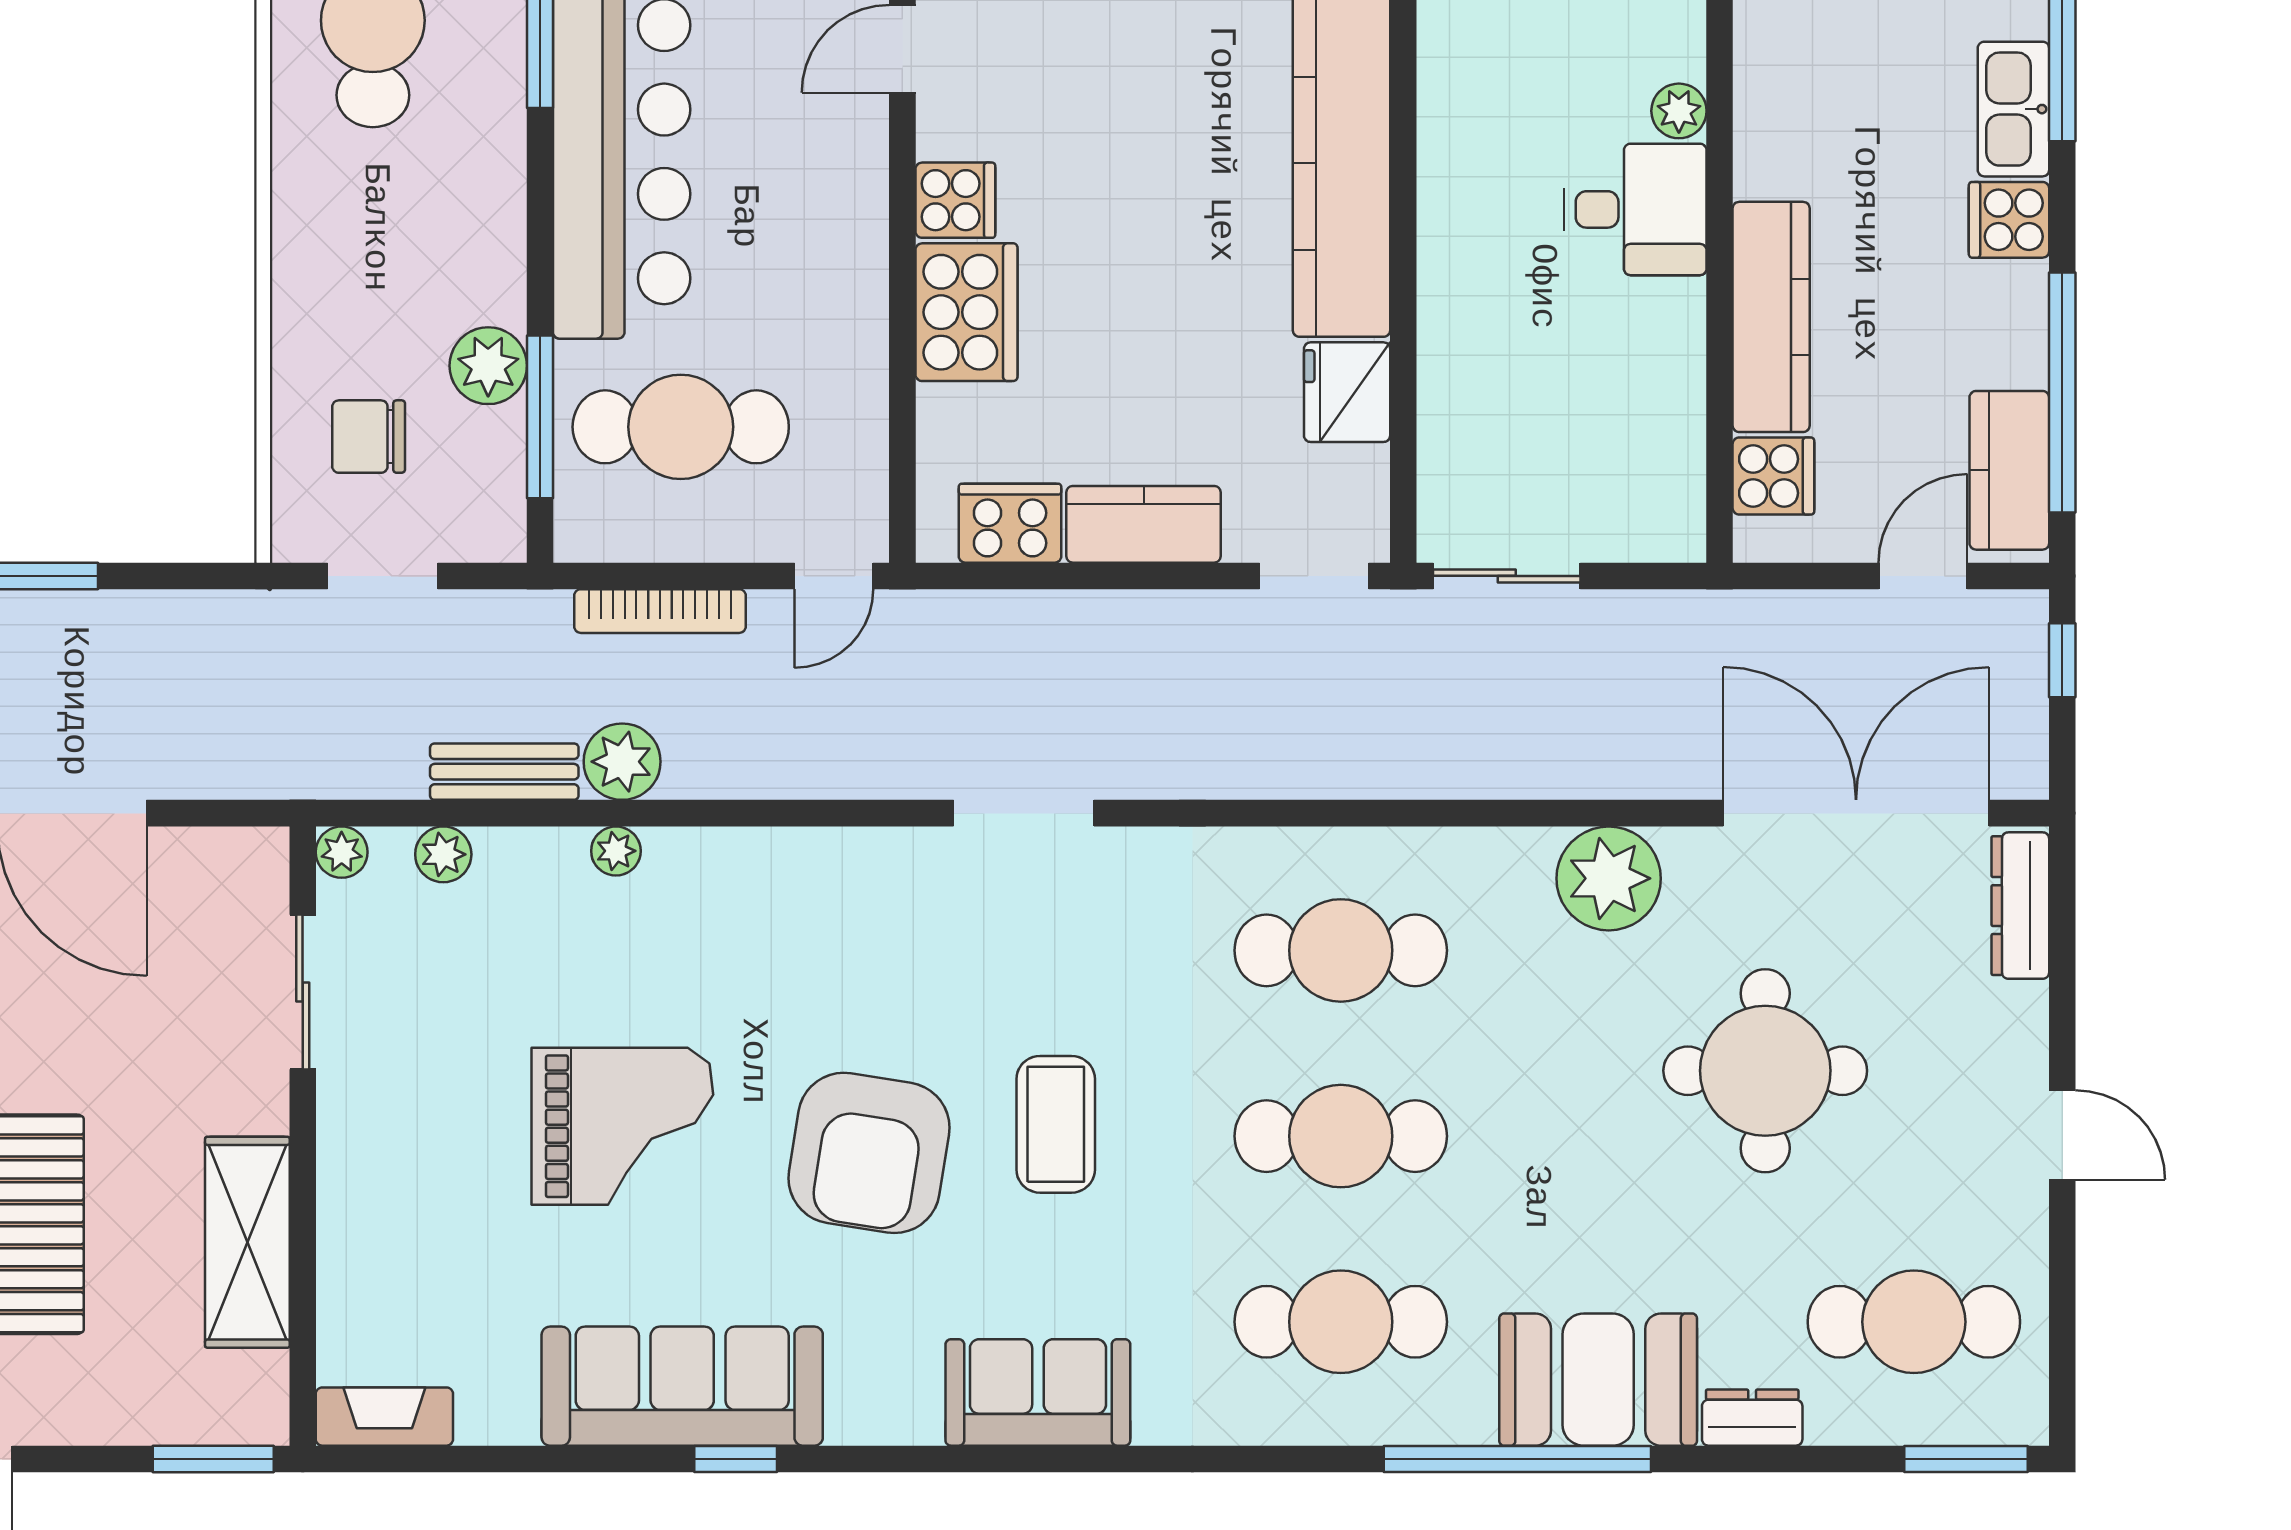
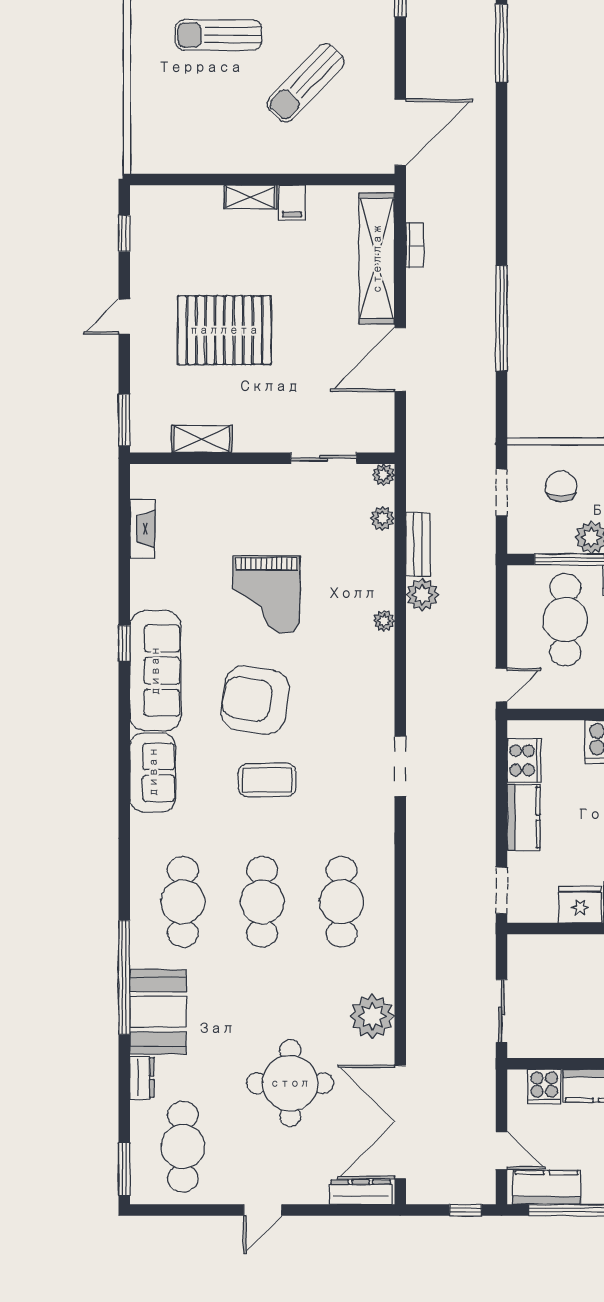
door: (834, 576) -> (502, 685), swing flipped
sliding door: (1507, 576) -> (502, 1011), moved
bookcase: (660, 611) -> (487, 611), removed
double door: (1856, 813) -> (400, 1122), swing flipped
plant: (616, 851) -> (384, 621), moved
shelving: (247, 1242) -> (202, 439), width x0.67, depth x0.75
sofa: (682, 1386) -> (155, 671), moved
fireplace: (384, 1417) -> (142, 529), moved

